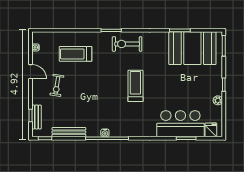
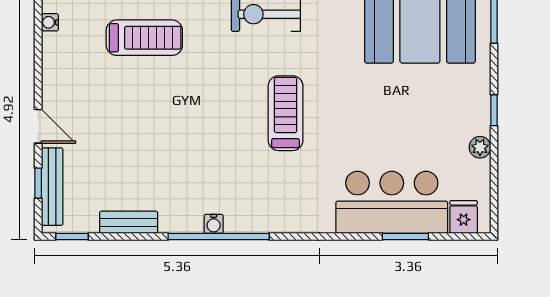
treadmill: (76, 54) -> (144, 38), turned 180
door: (31, 72) -> (38, 126), moved
exercise bike: (57, 85) -> (100, 112), removed
bench: (36, 117) -> (52, 187), width x1.36
bench: (69, 132) -> (129, 222), width x0.73

